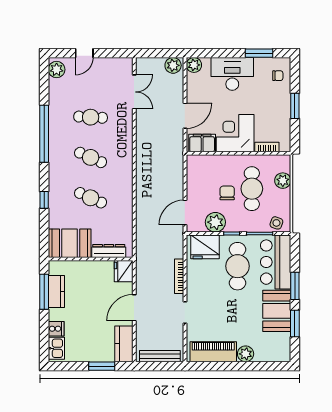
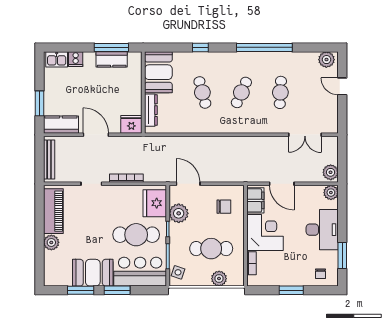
chair: (227, 193) -> (224, 207), moved
cafe table: (91, 198) -> (202, 92), turned -39

